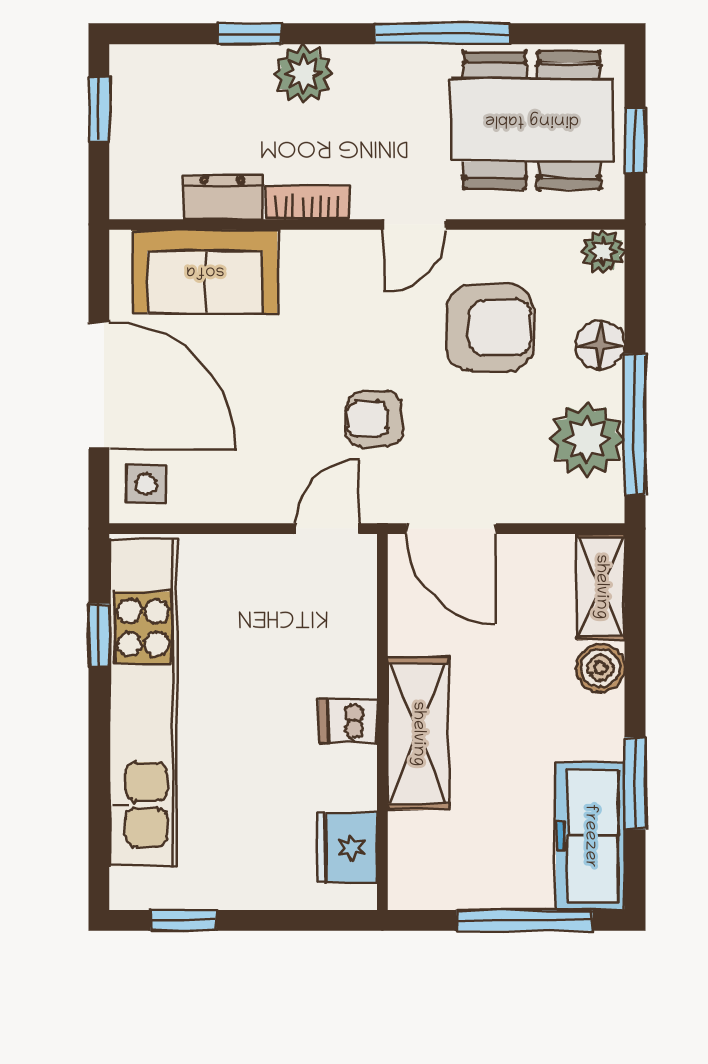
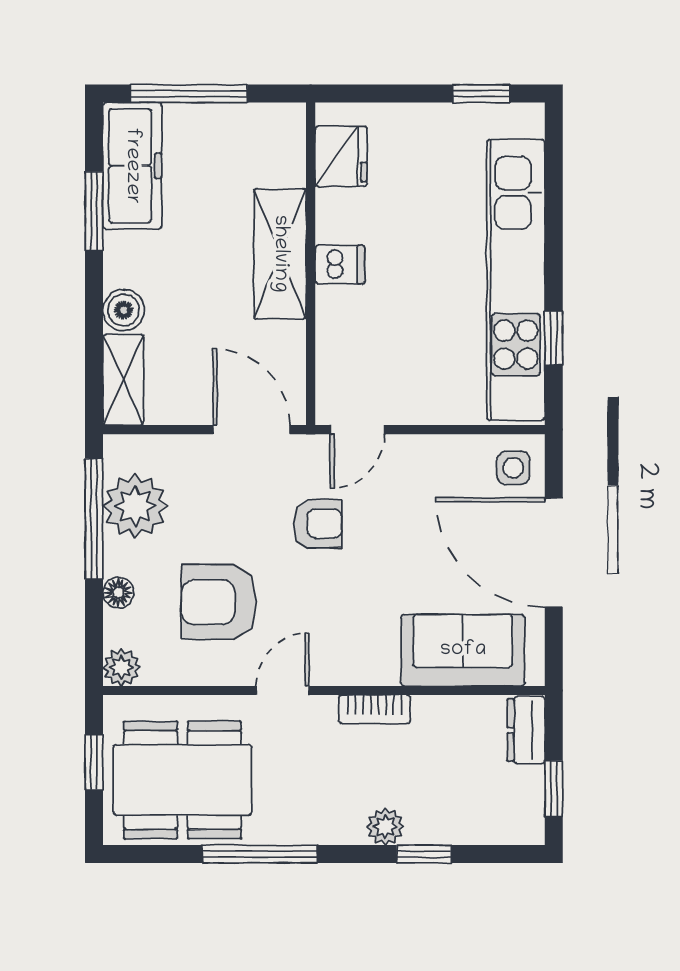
plant: (303, 74) -> (385, 827), width x0.73, depth x0.73
dresser: (223, 197) -> (526, 730), moved, turned 90
floor lamp: (600, 345) -> (118, 593), width x0.73, depth x0.73

